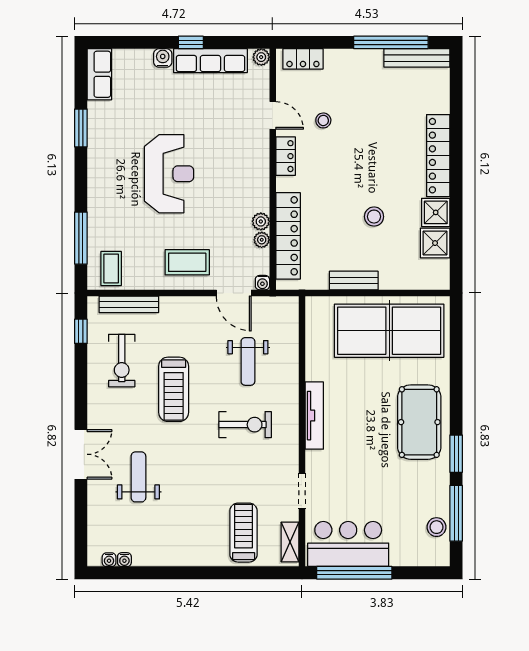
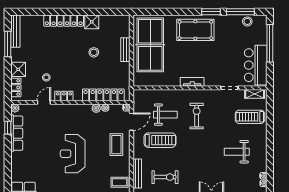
window: (191, 42) -> (8, 128), moved
window: (391, 42) -> (8, 44), width x0.68
water cooler: (163, 58) -> (15, 157), removed
reception desk: (169, 174) -> (73, 154), turned -90
shower: (435, 243) -> (18, 69), moved
bench: (354, 280) -> (125, 50), moved
treadmill: (174, 389) -> (160, 140), moved
tv unit: (314, 416) -> (192, 82), width x0.71
weight bench: (138, 477) -> (237, 152), moved
window: (354, 573) -> (270, 43), moved

